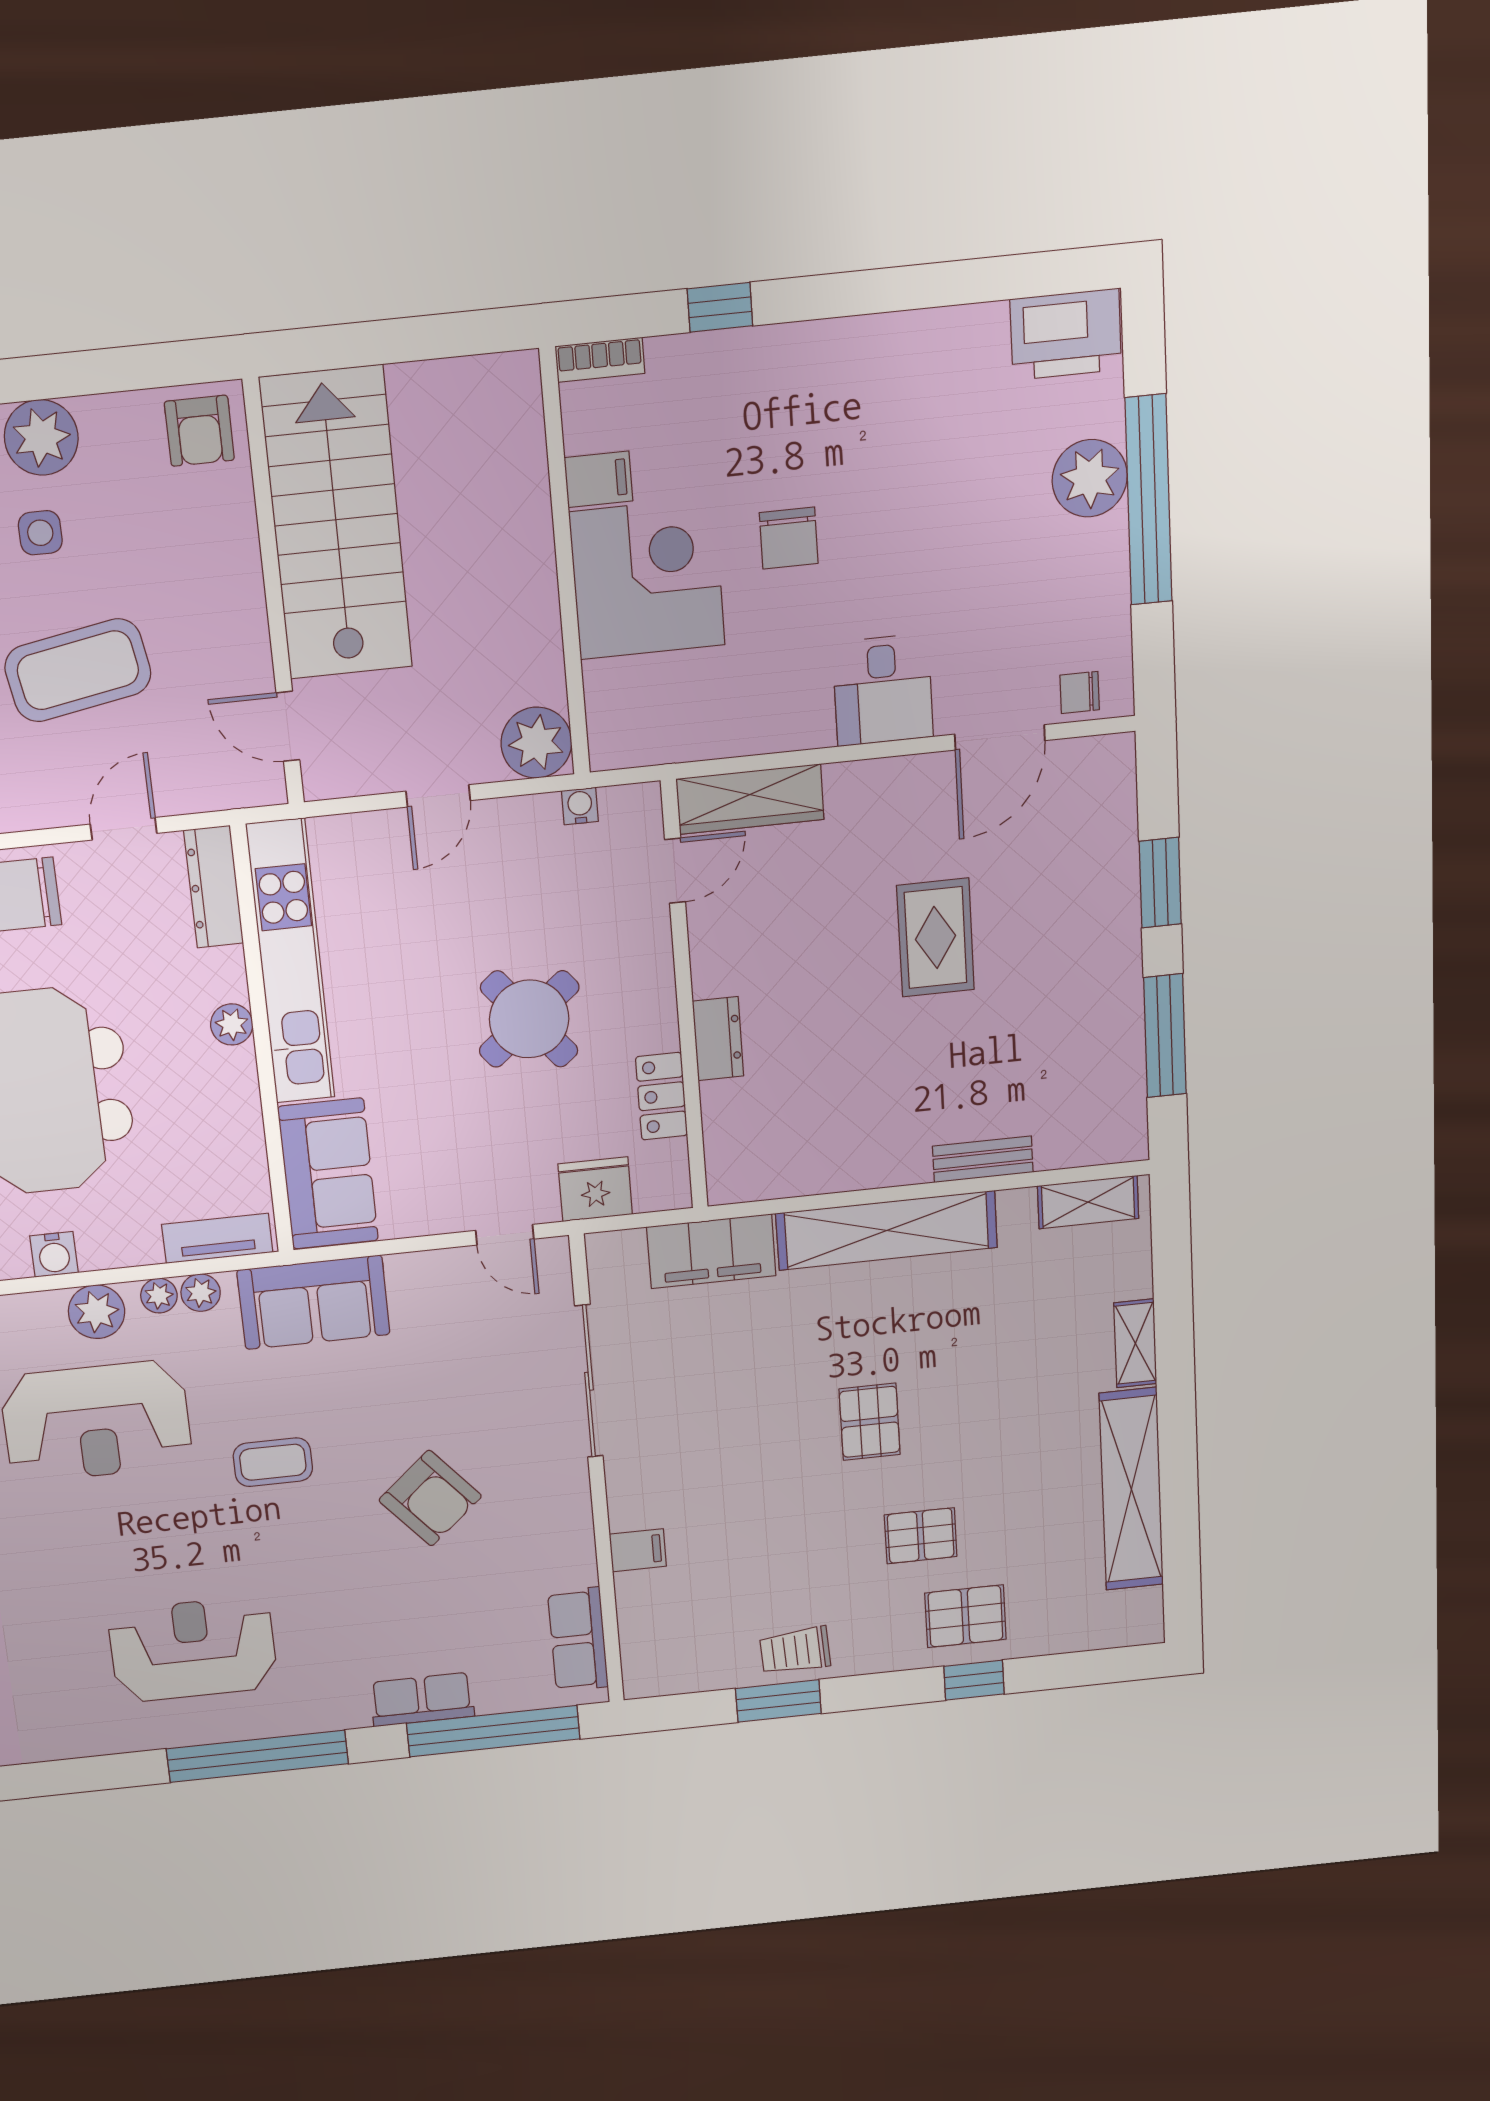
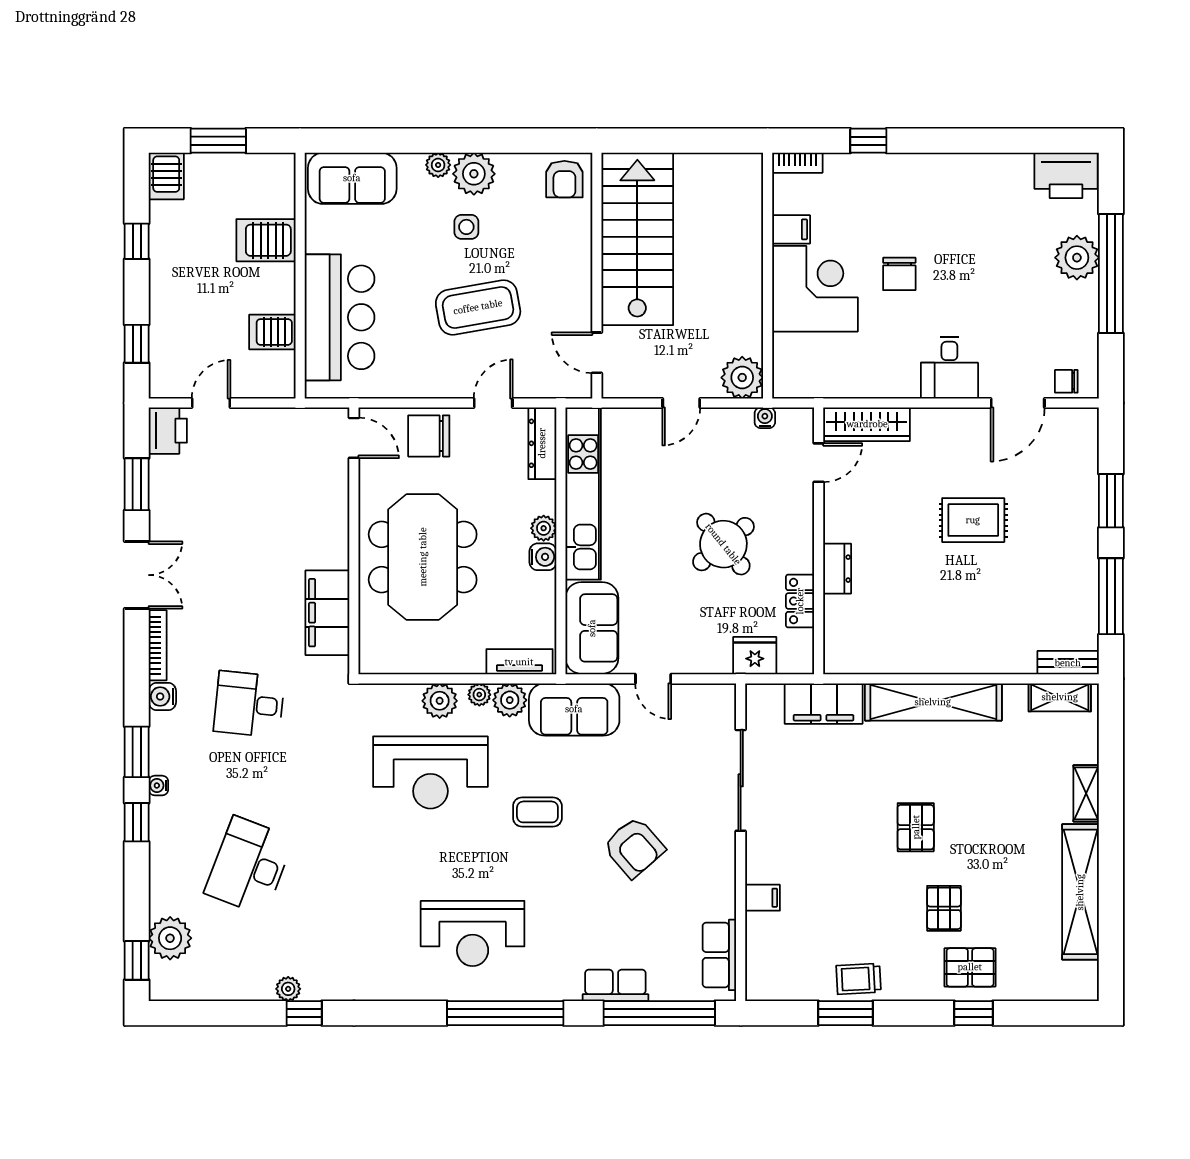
rug: (936, 938) -> (973, 520), turned 90
bench: (983, 1159) -> (1068, 663), moved
door: (505, 1235) -> (653, 679), moved
water cooler: (54, 1254) -> (543, 557), moved, turned -90
plant: (201, 1293) -> (510, 700), width x1.38, depth x1.38
pallet: (921, 1536) -> (944, 908), turned 90
reception desk: (193, 1649) -> (473, 933), turned 180

